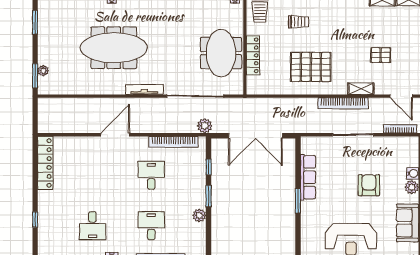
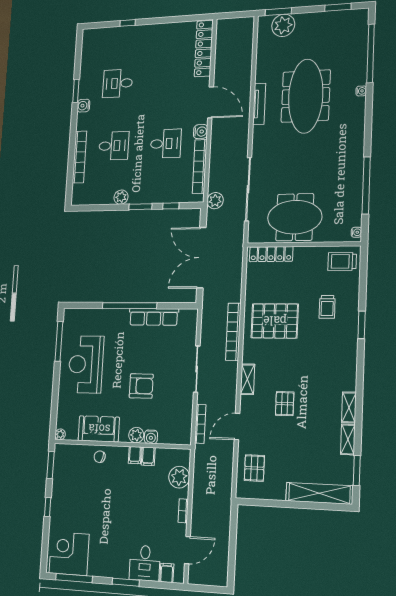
locker: (253, 55) -> (271, 254), moved
pallet: (311, 67) -> (275, 321), turned 90
plant: (43, 71) -> (283, 25), width x1.88, depth x1.88
tv unit: (144, 89) -> (259, 104), moved
bookcase: (343, 103) -> (233, 332), moved
water cooler: (141, 143) -> (201, 132), added
locker: (45, 163) -> (204, 48), moved, turned 90
window: (298, 201) -> (129, 306), width x2.11

